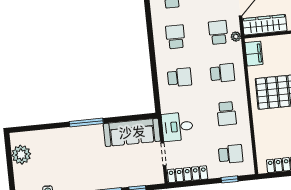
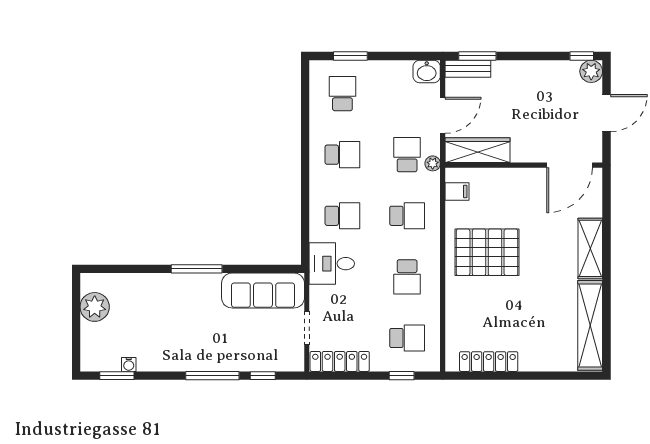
school desk: (175, 37) -> (342, 155), turned 90
filing cabinet: (254, 54) -> (457, 191), width x0.50
desk: (177, 127) -> (332, 264), moved

